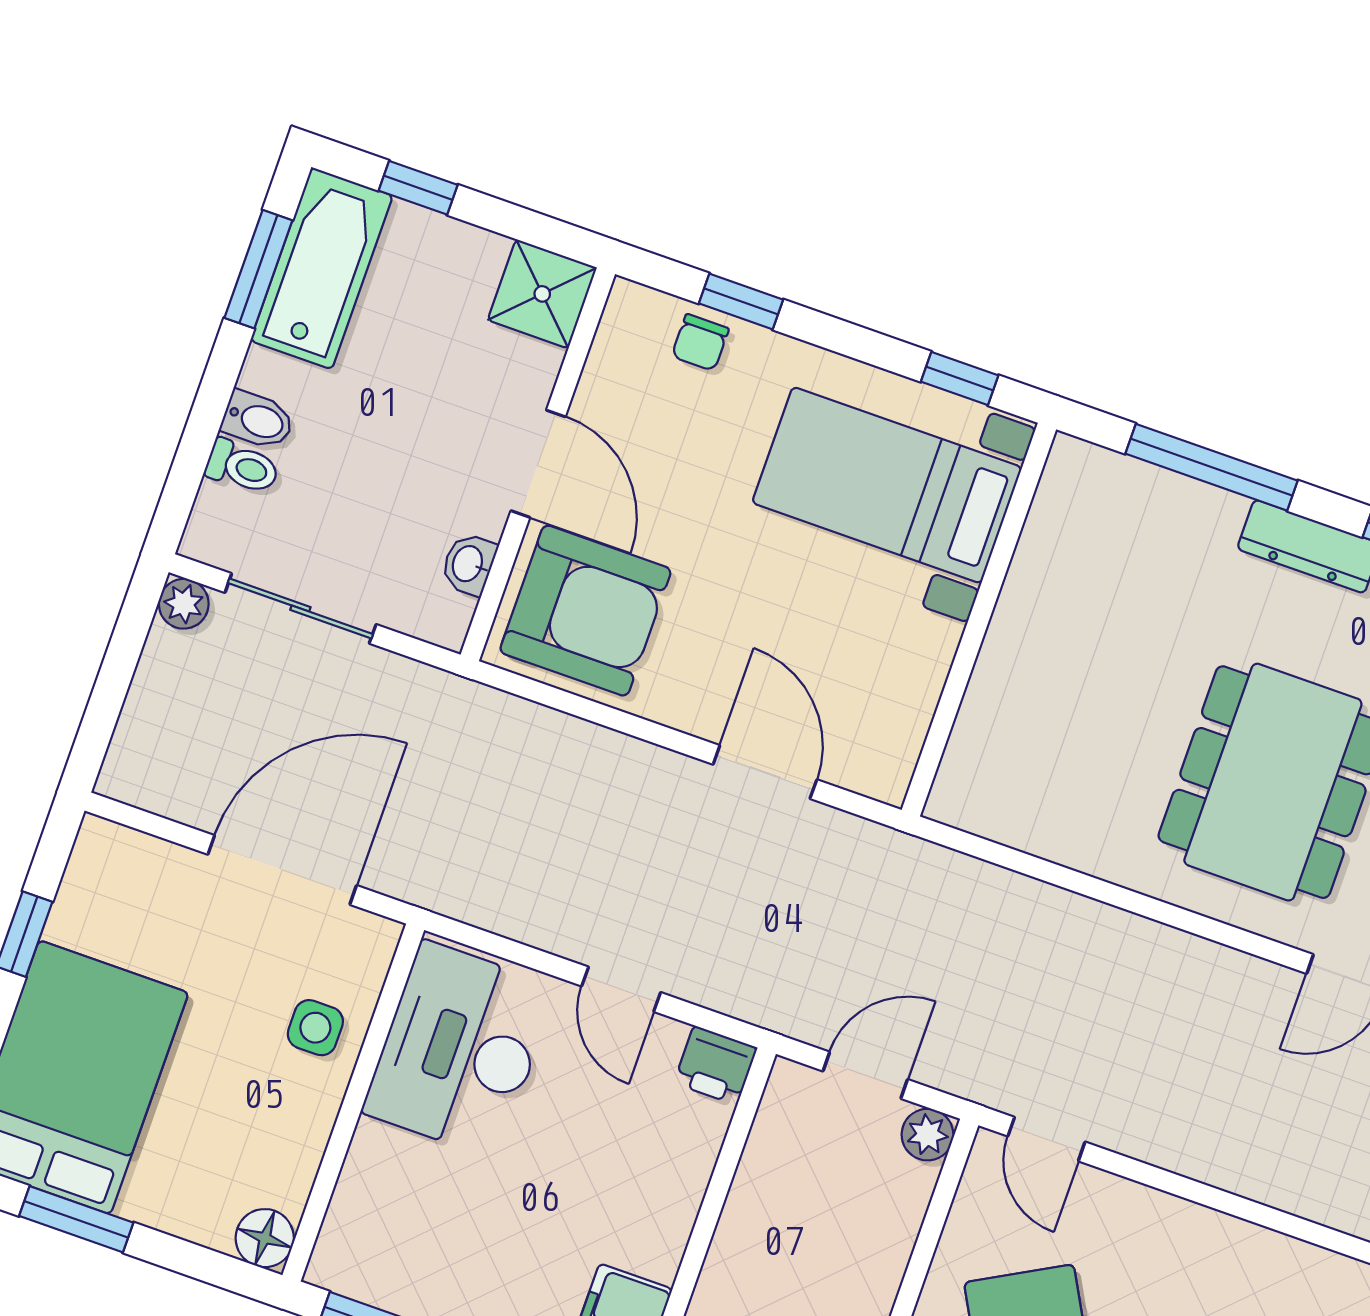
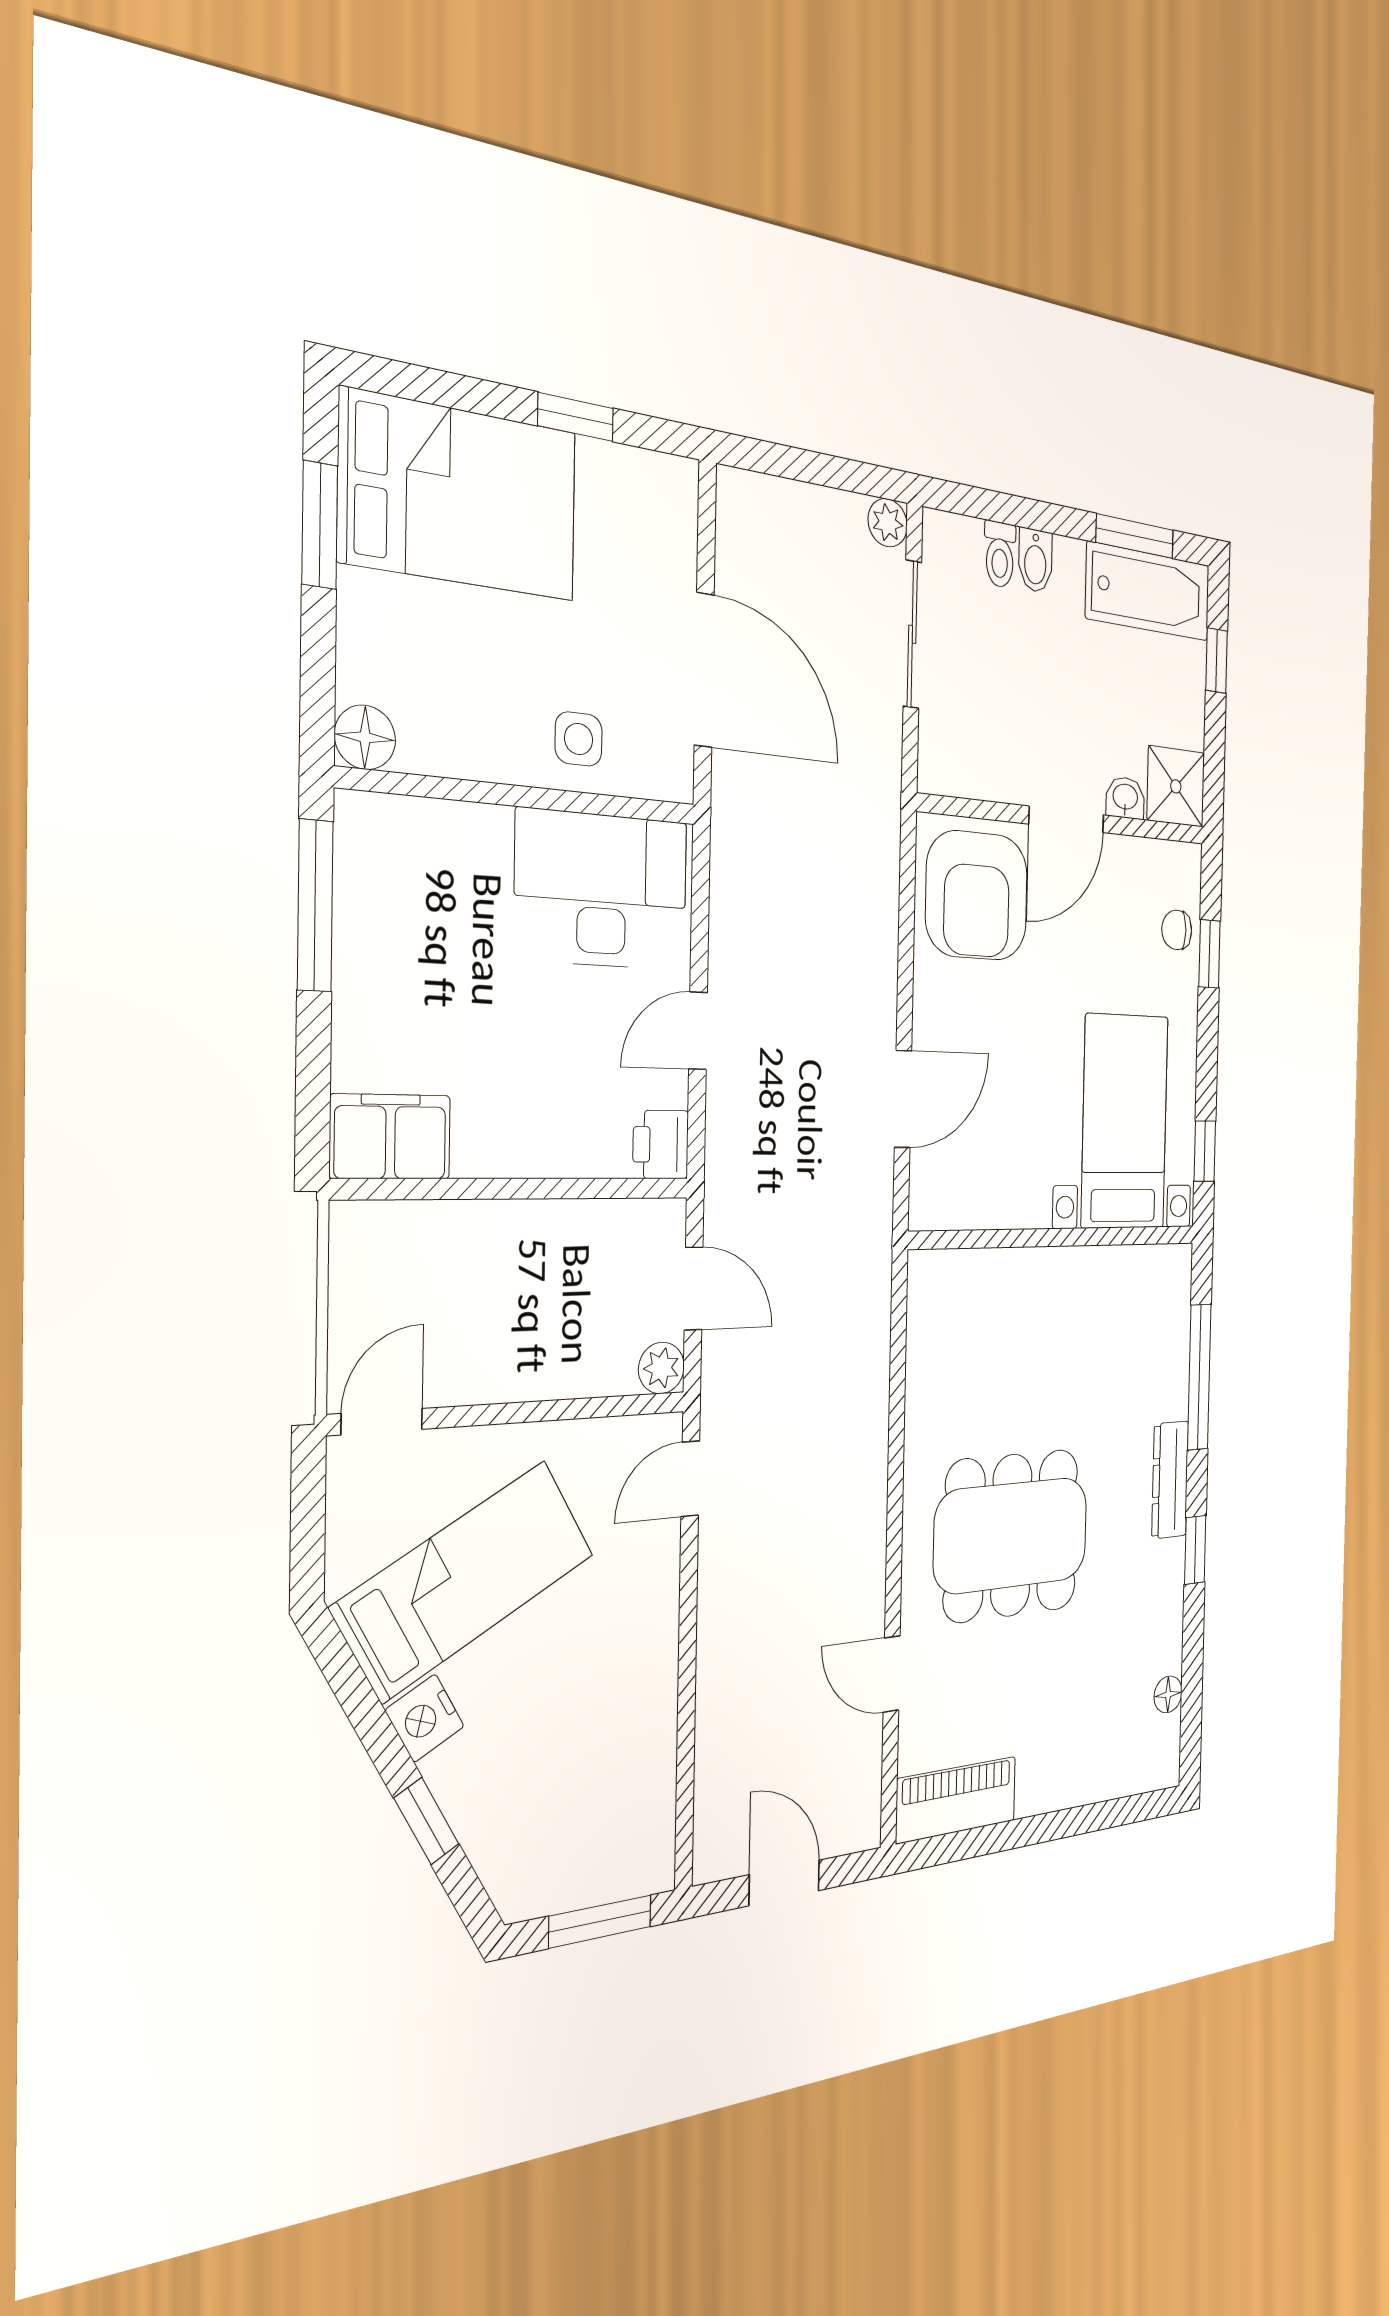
washbasin: (469, 564) -> (1125, 798), moved

